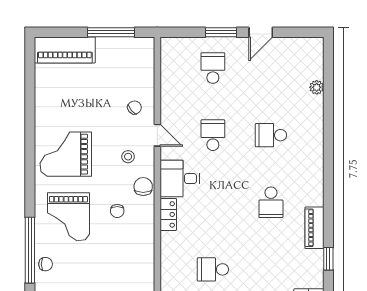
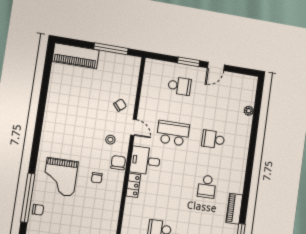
school desk: (213, 68) -> (179, 86), turned 90
school desk: (213, 135) -> (173, 133), width x1.85
grand piano: (66, 154) -> (65, 131), removed

